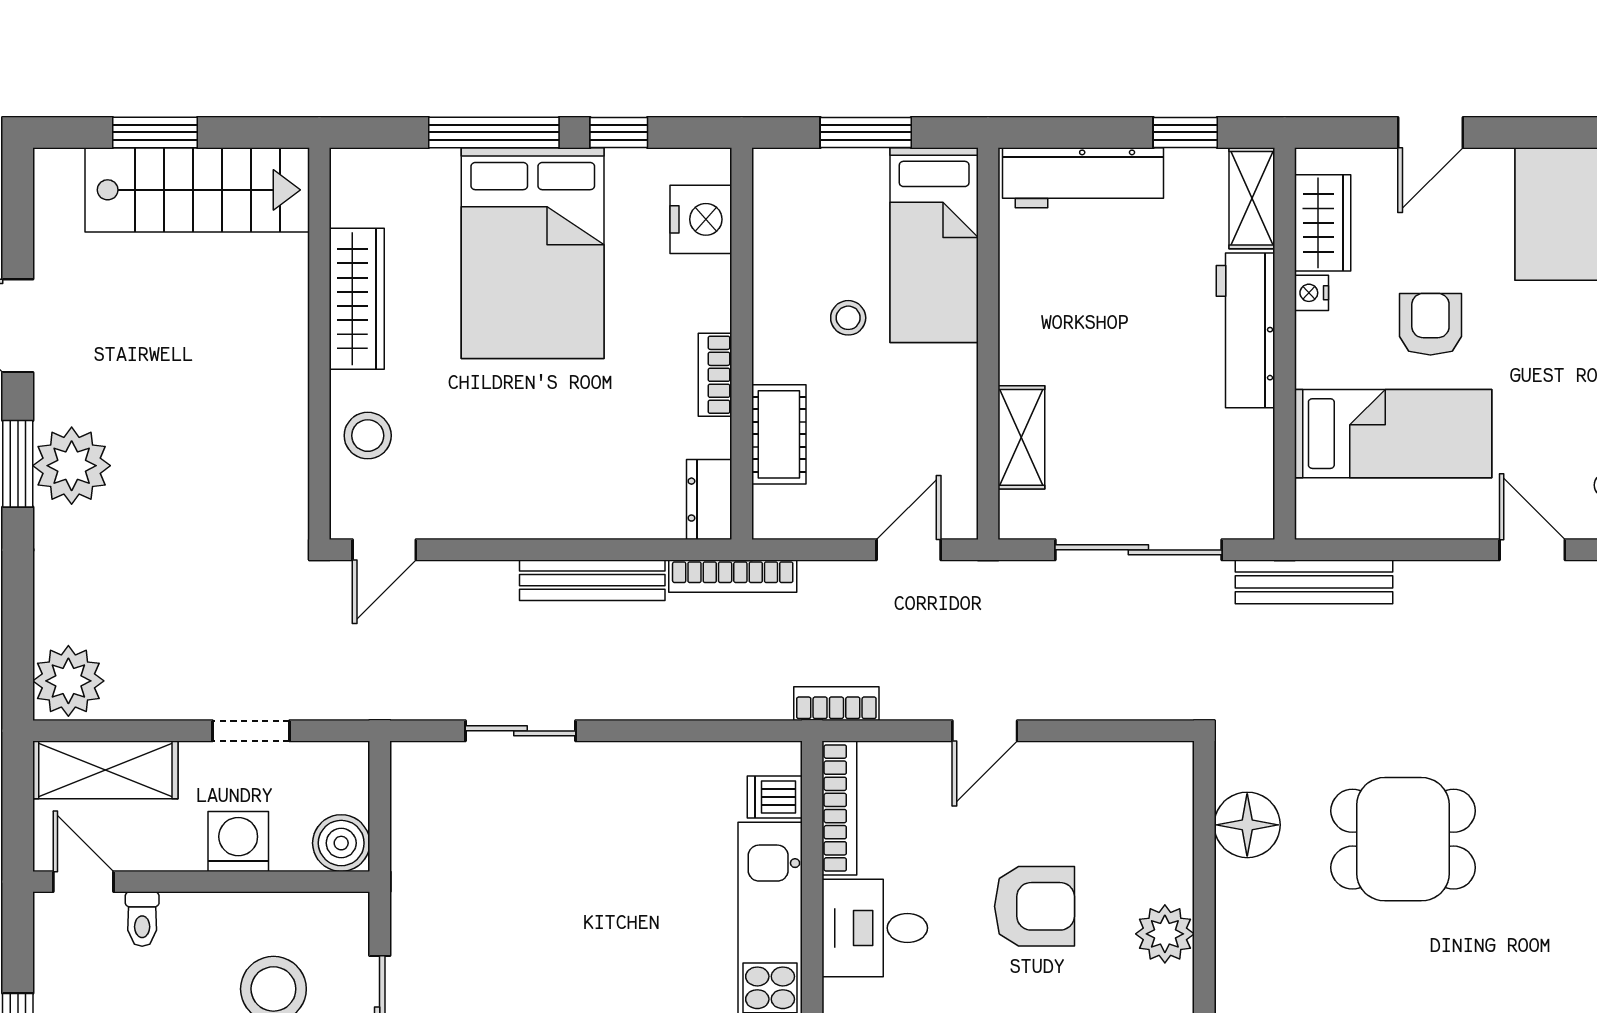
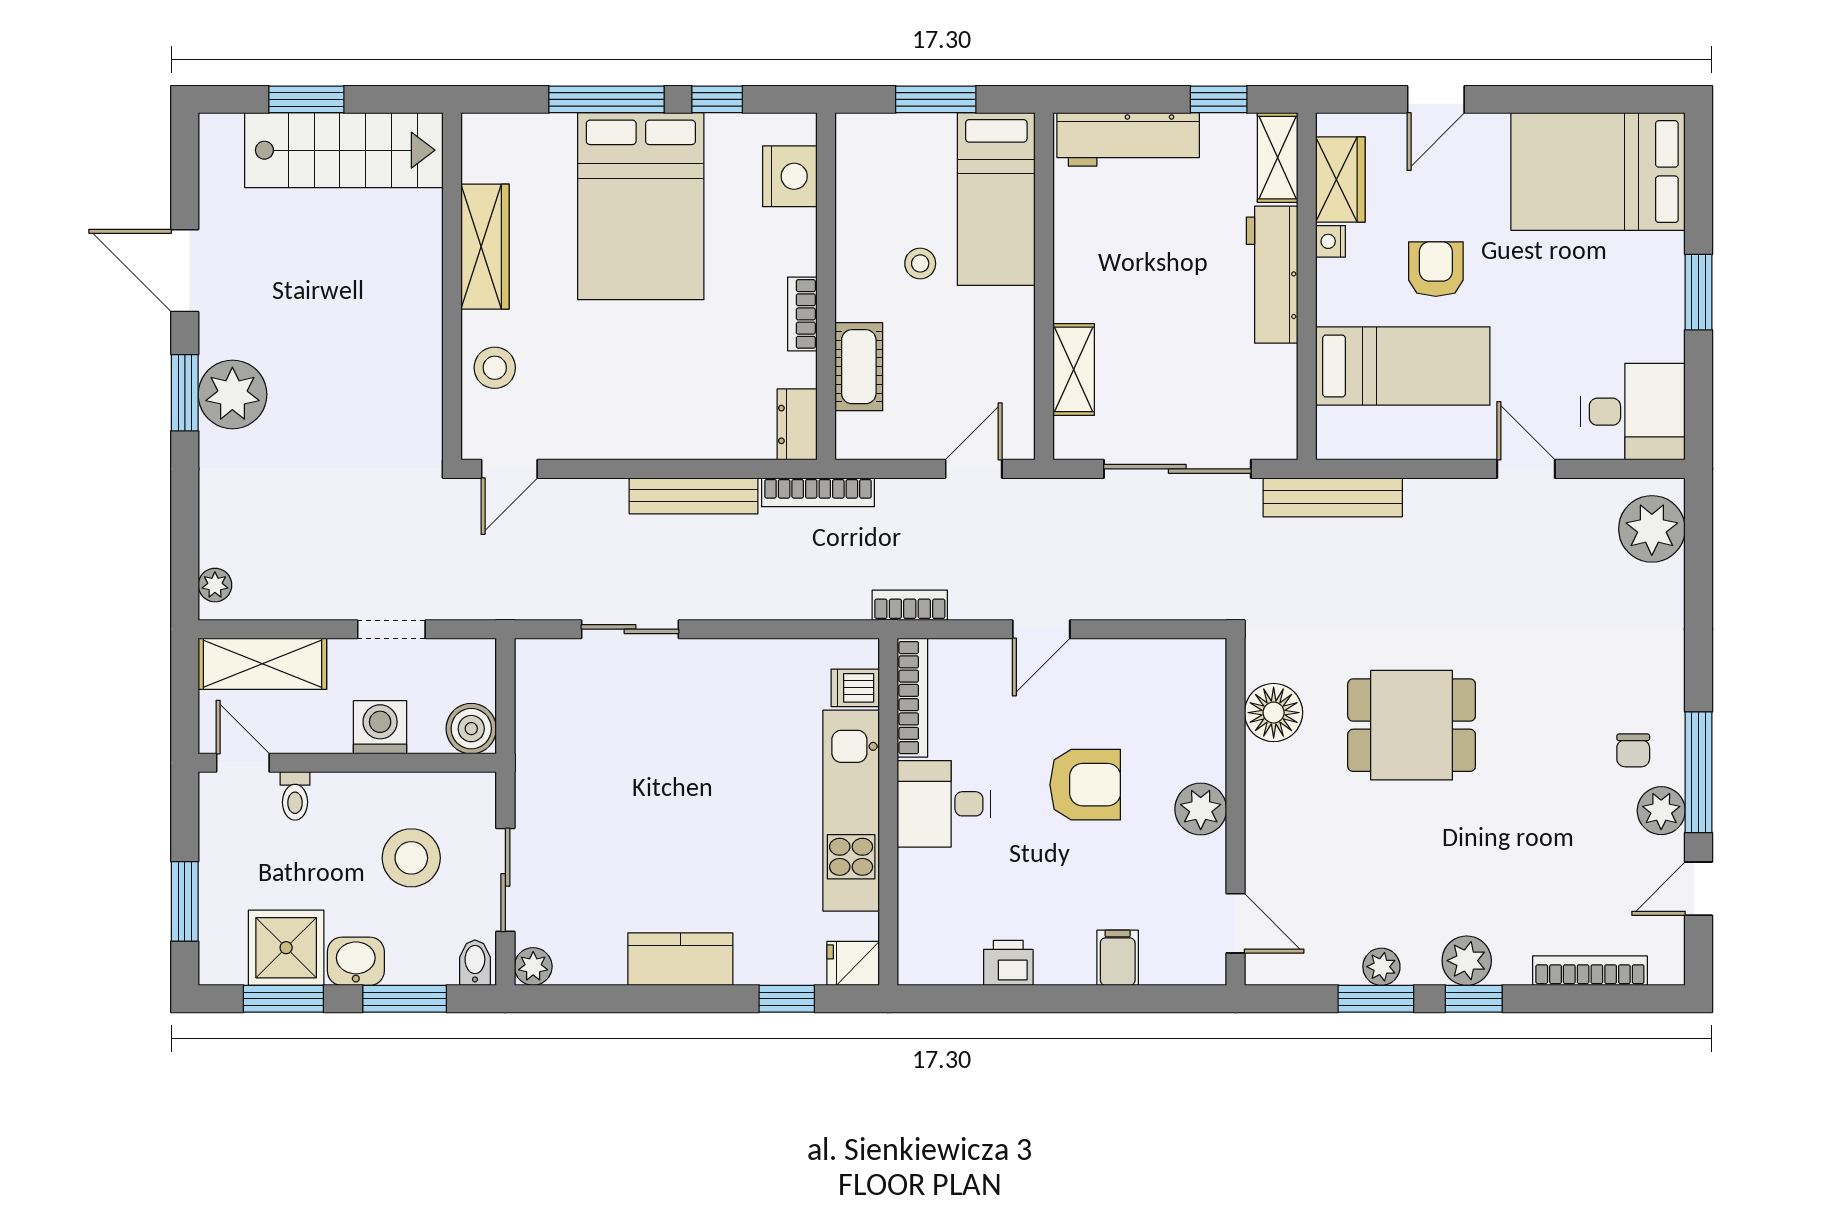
plant: (68, 681) -> (215, 585), width x0.53, depth x0.53

